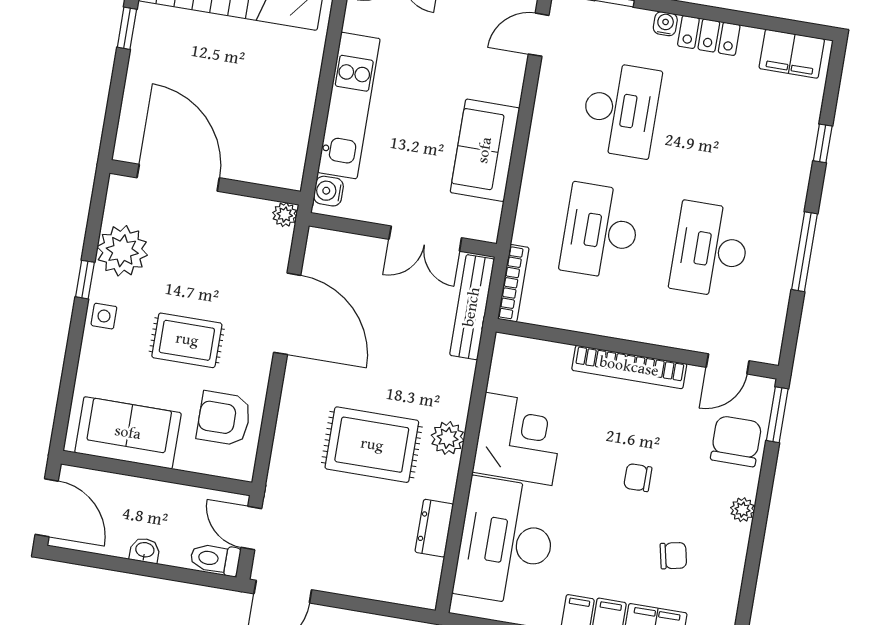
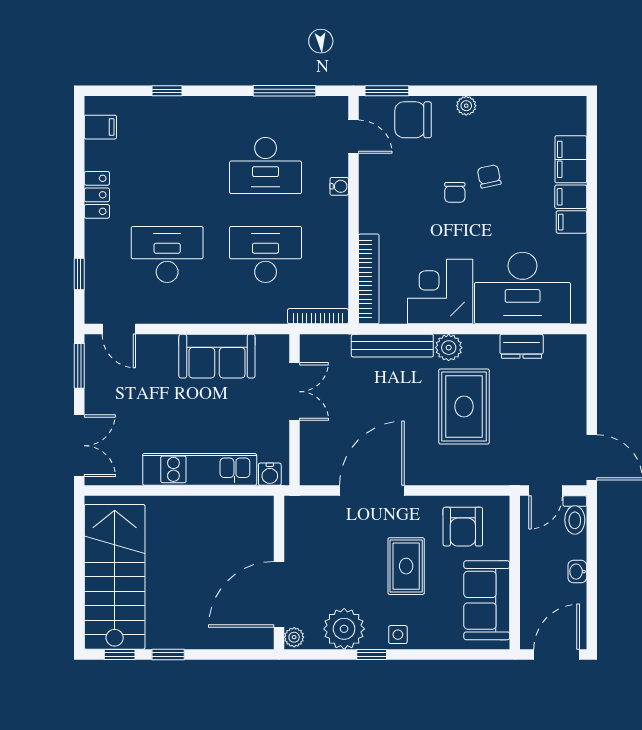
water cooler: (665, 24) -> (339, 186), moved, turned 180
filing cabinet: (792, 54) -> (100, 127), width x0.50
plant: (285, 215) -> (294, 637), moved
desk: (600, 231) -> (266, 254), turned 180
window: (805, 252) -> (284, 91), moved
bench: (472, 307) -> (392, 346), moved
bookcase: (629, 367) -> (369, 279), moved
chair: (673, 556) -> (489, 176), moved

